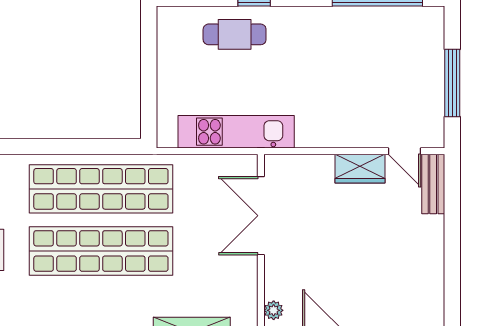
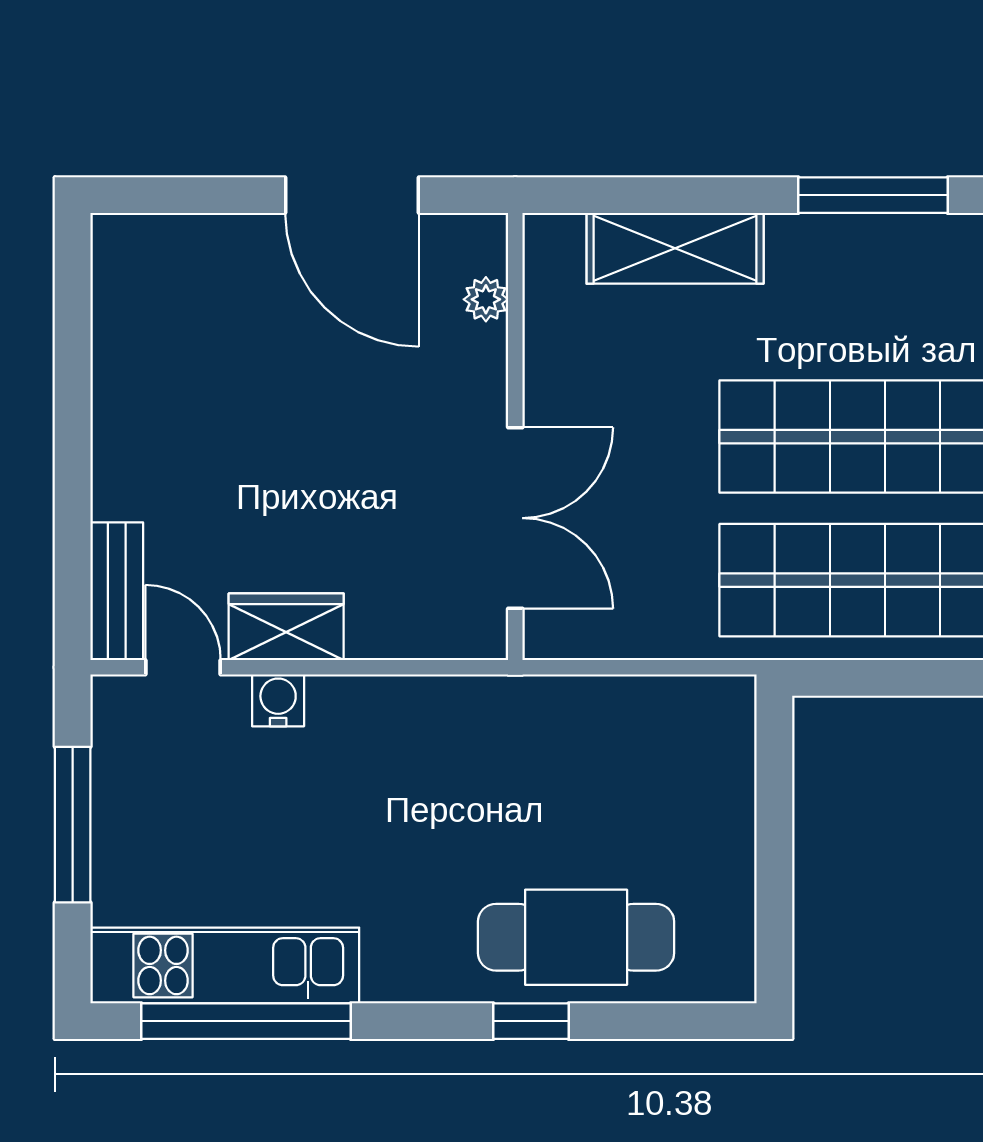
cafe table: (235, 34) -> (576, 937), width x1.37, depth x1.35
kitchen unit: (236, 132) -> (225, 965), moved, turned 180
water cooler: (363, 137) -> (278, 700), added

